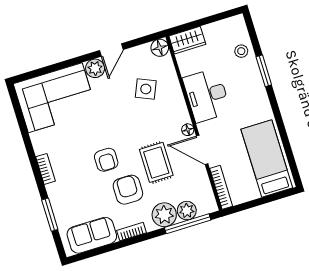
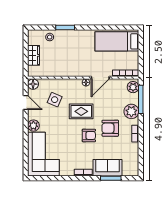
wardrobe: (187, 40) -> (34, 55), moved
door: (111, 50) -> (26, 102), moved
desk: (207, 95) -> (69, 65), removed
rug: (156, 162) -> (81, 111), moved
plant: (187, 211) -> (133, 87), moved
sofa: (92, 235) -> (108, 168), moved, turned 90

